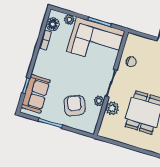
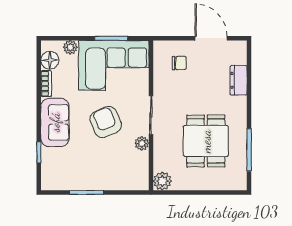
chair: (131, 62) -> (179, 63), moved
sofa: (36, 94) -> (55, 122), moved
armchair: (74, 106) -> (106, 122), moved
plant: (112, 108) -> (162, 181), moved

